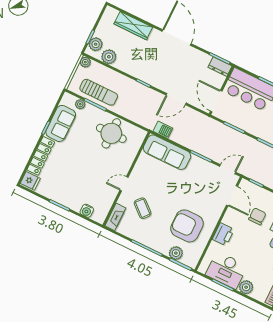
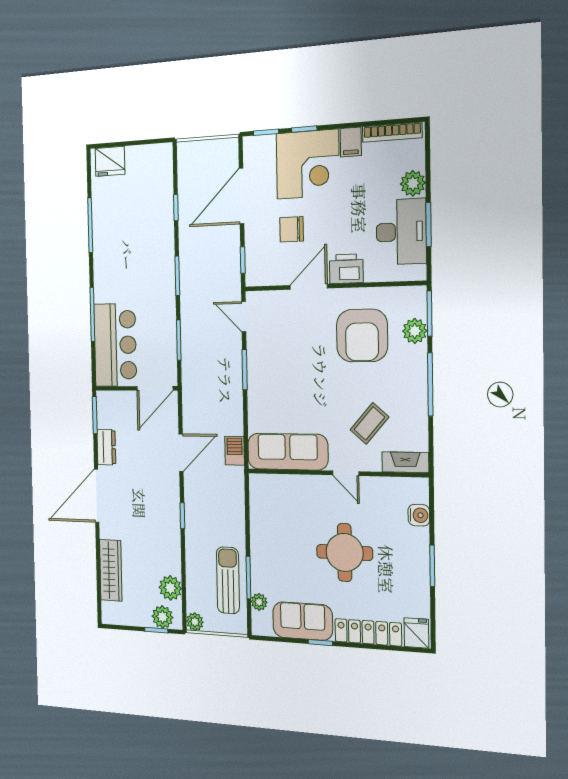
dresser: (220, 67) -> (106, 447), moved
door: (176, 99) -> (181, 453), hinge flipped
round table: (111, 133) -> (345, 552), moved
sofa: (167, 152) -> (288, 452), moved, turned -90
door: (232, 196) -> (309, 287), moved

